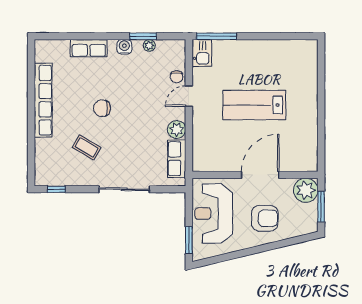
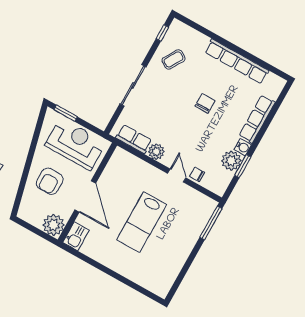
plant: (149, 45) -> (231, 161), width x1.87, depth x1.87
row of seats: (89, 48) -> (257, 119), width x1.48
kitchen sink: (202, 53) -> (76, 236), moved, turned -90
lab bench: (254, 105) -> (142, 222), turned 180
coffee table: (87, 147) -> (174, 59), moved
window: (321, 207) -> (34, 230), removed

